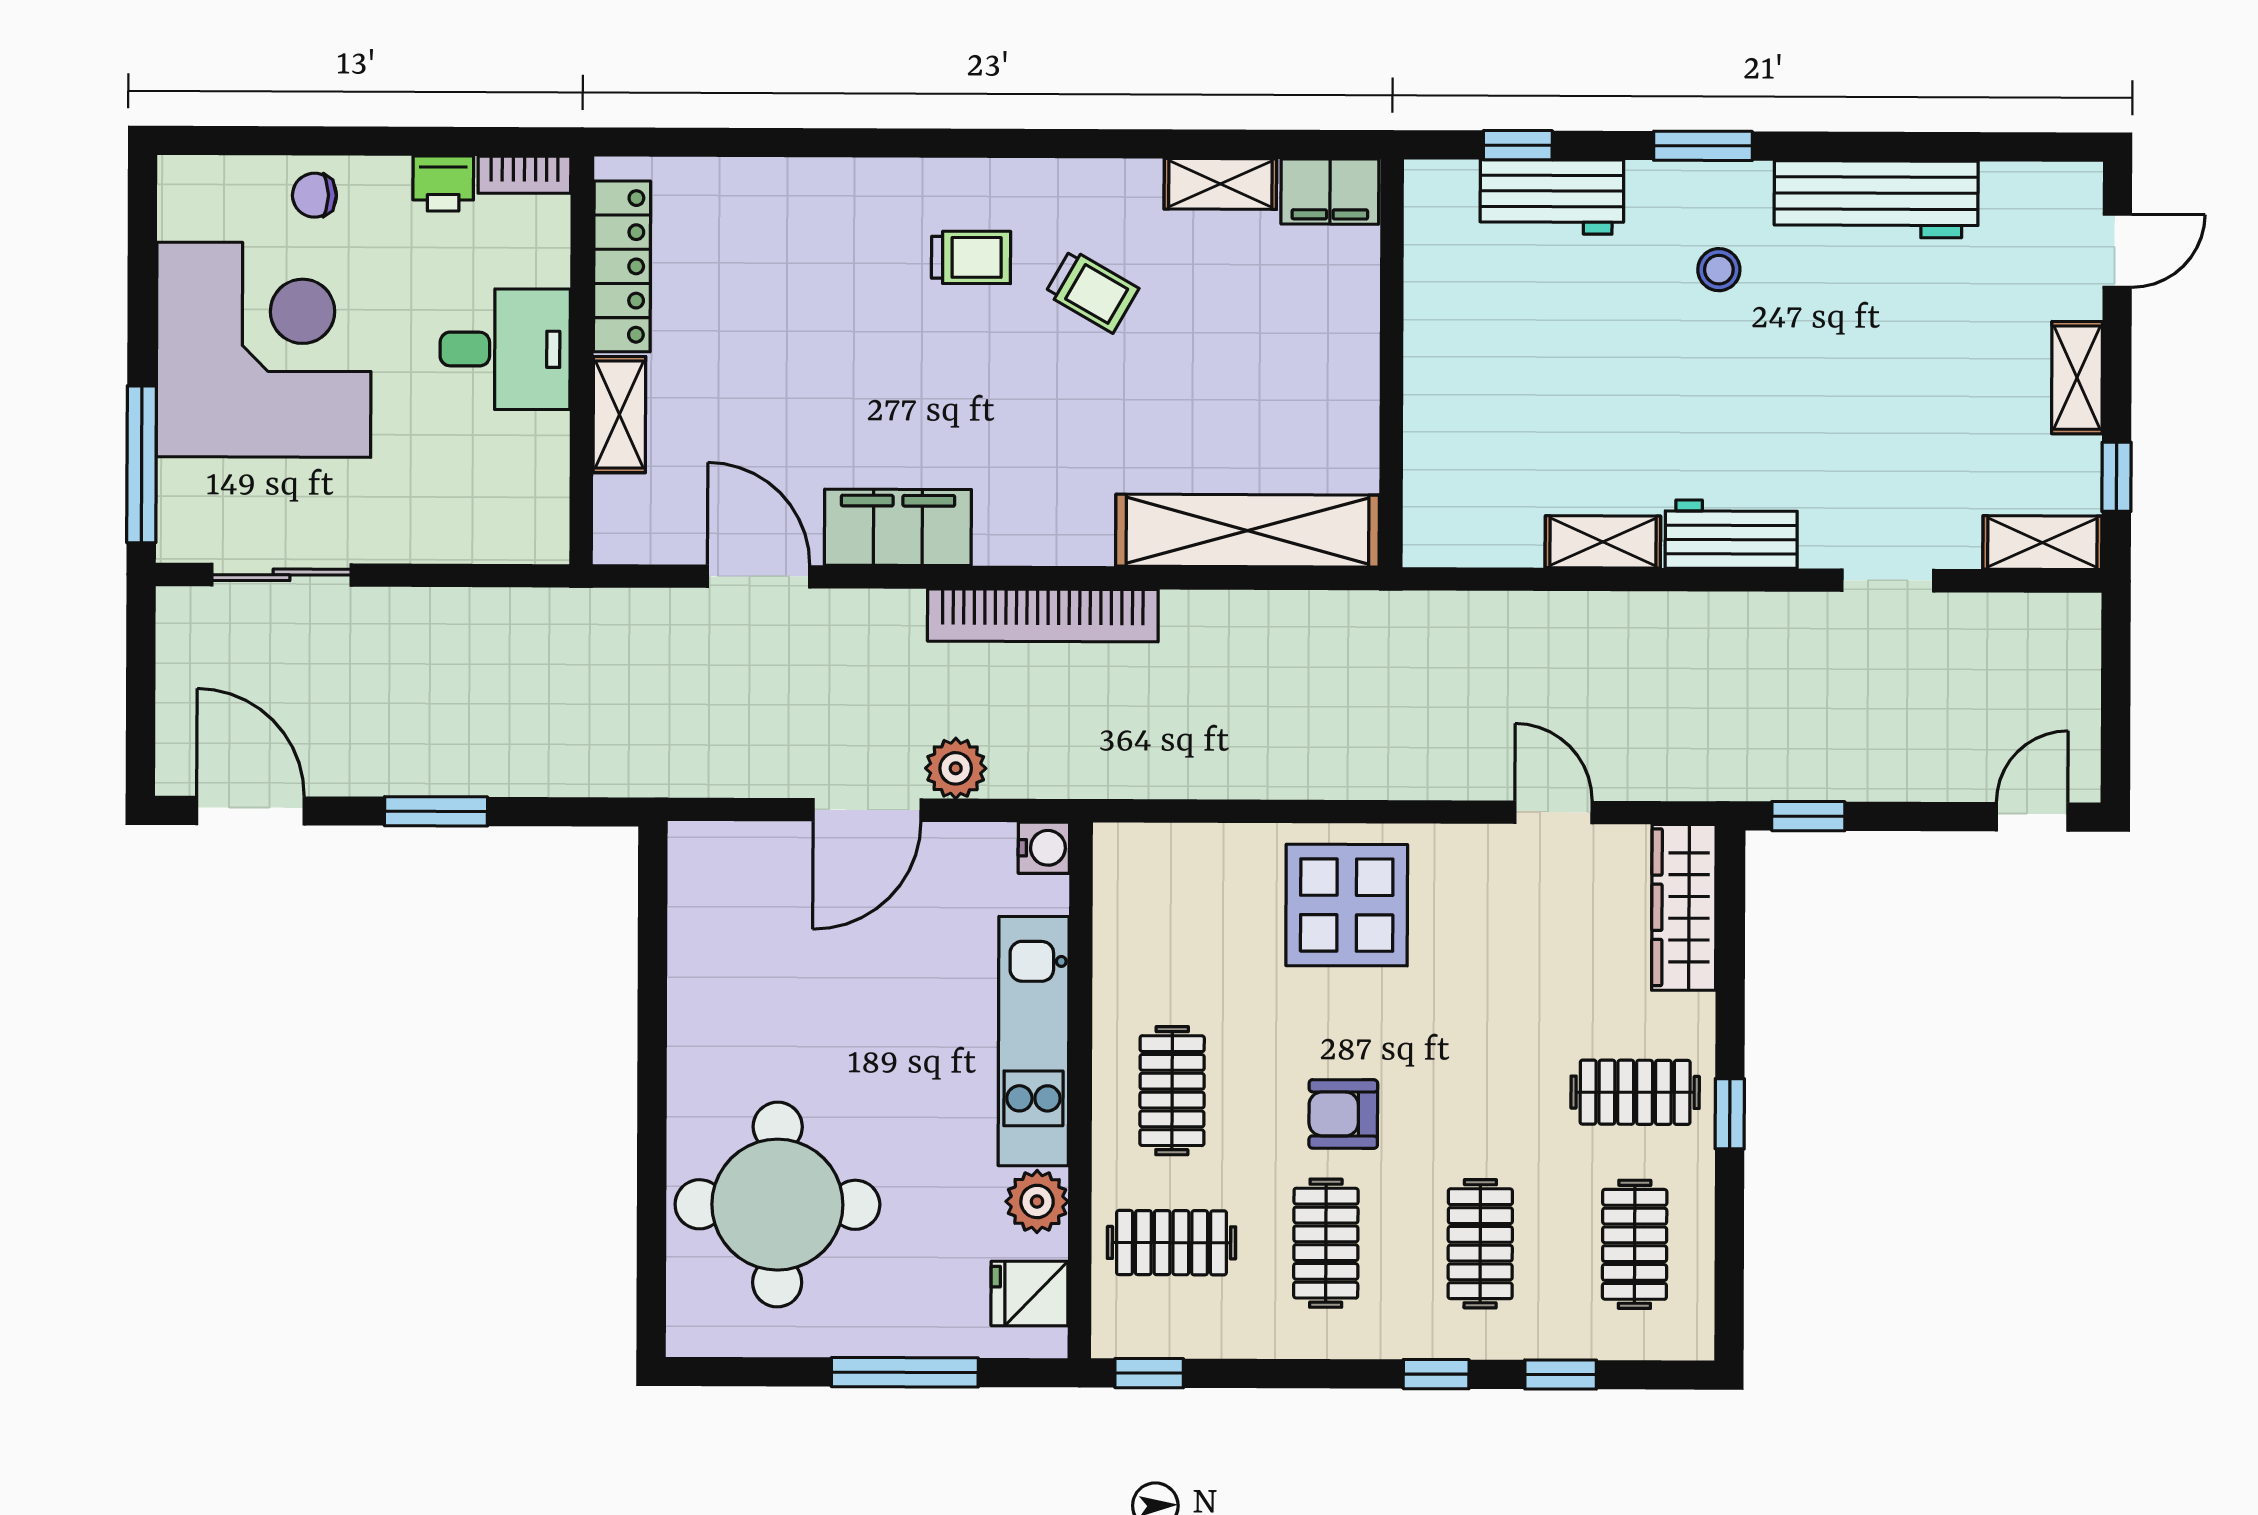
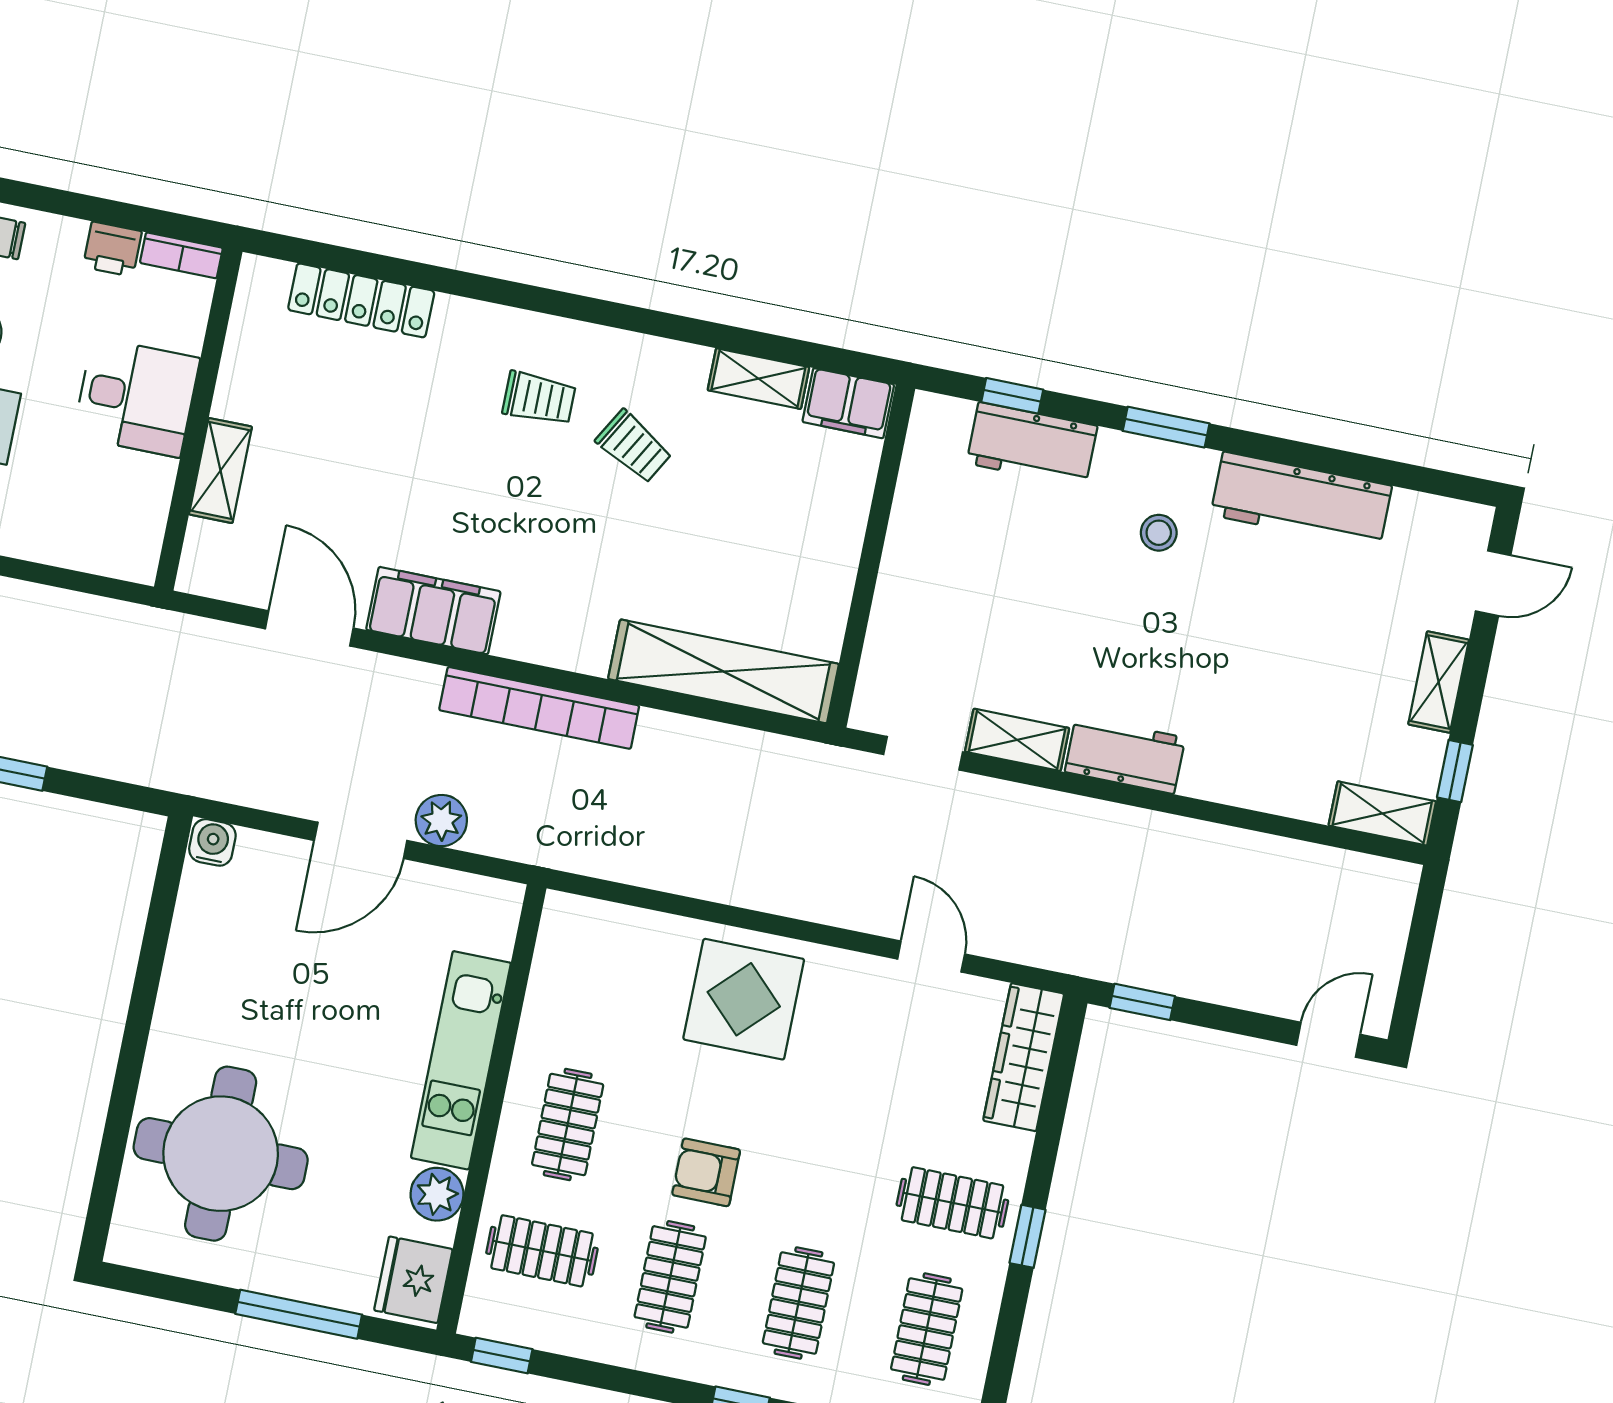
locker: (622, 266) -> (361, 300), moved, turned 90
doorway: (1888, 580) -> (923, 753), moved
water cooler: (1044, 848) -> (212, 842), moved, turned -90
fridge: (1029, 1293) -> (413, 1280), width x1.38

